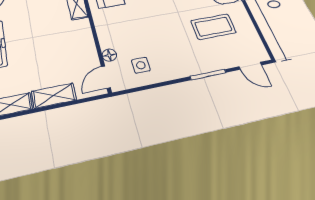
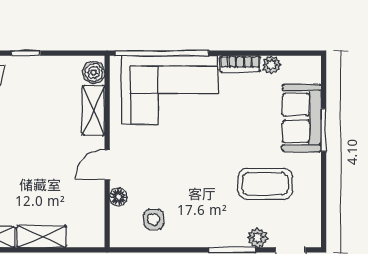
plant: (223, 62) -> (258, 238), added
door: (106, 77) -> (107, 165), moved

